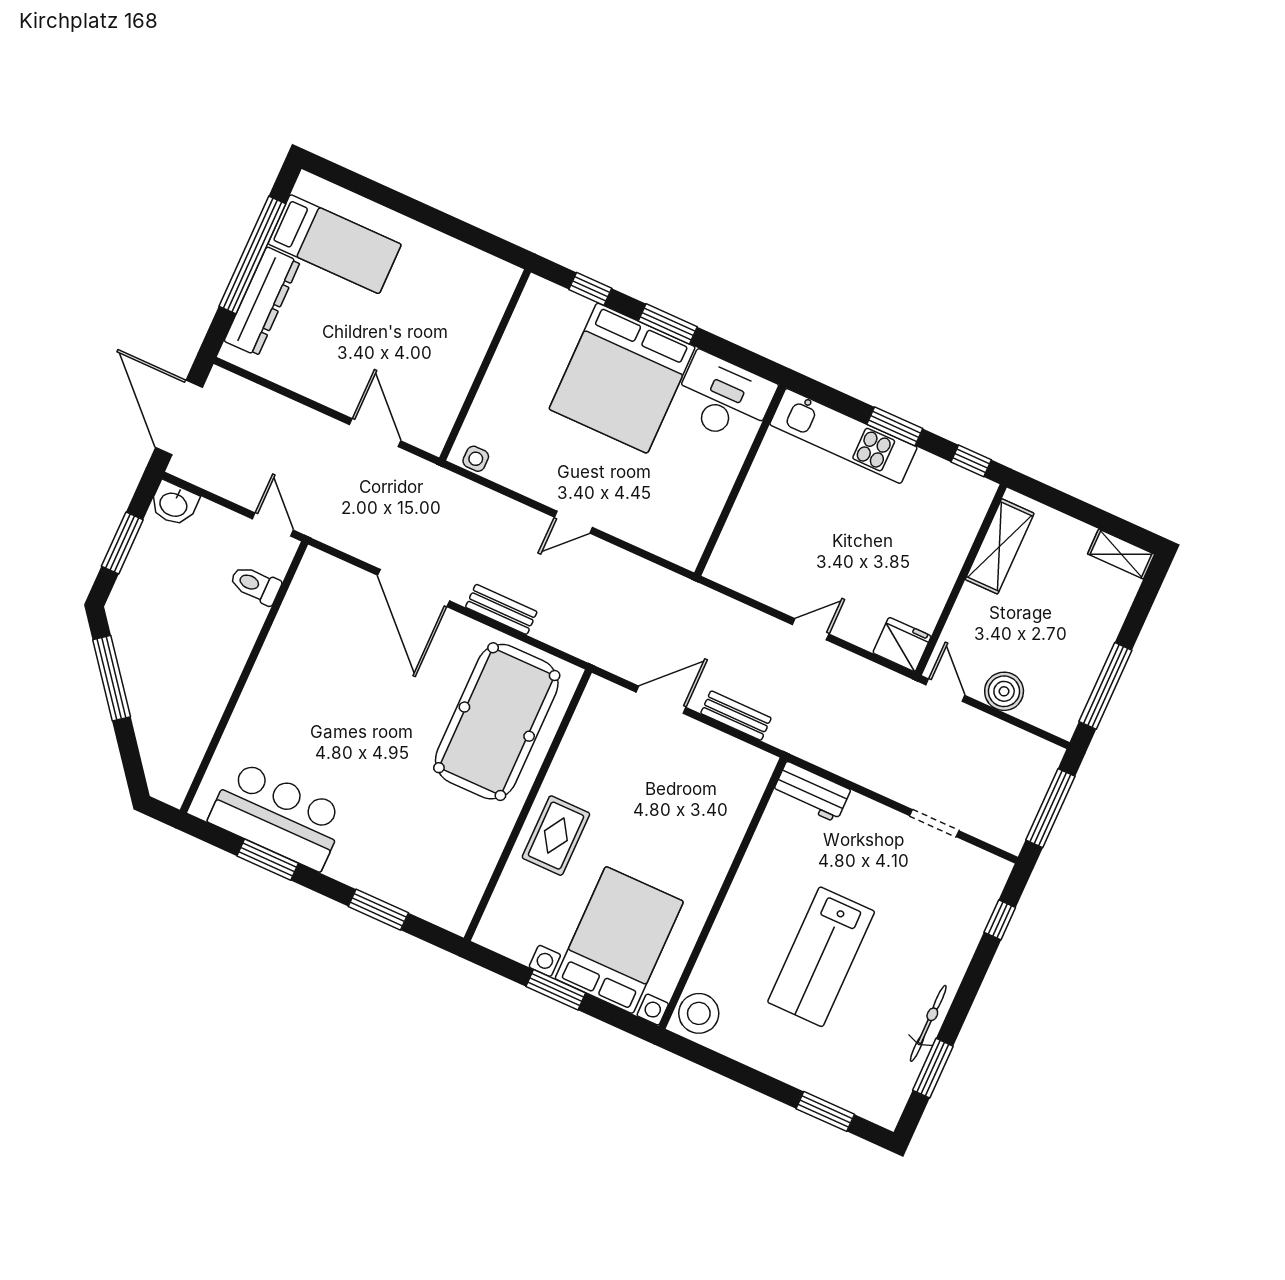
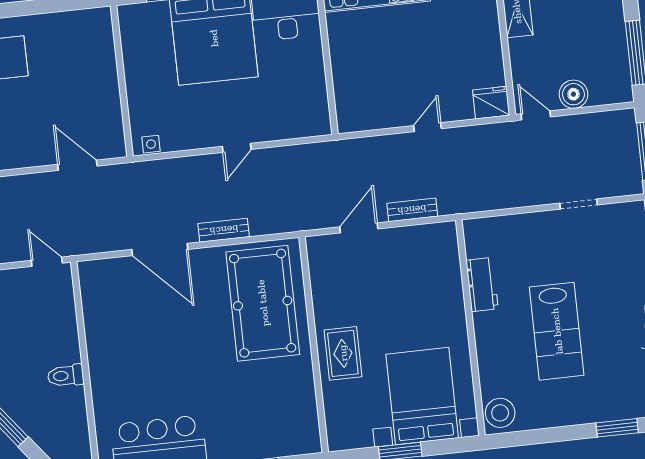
toilet: (255, 585) -> (66, 376), moved
workbench: (811, 792) -> (482, 285), moved, turned -90

